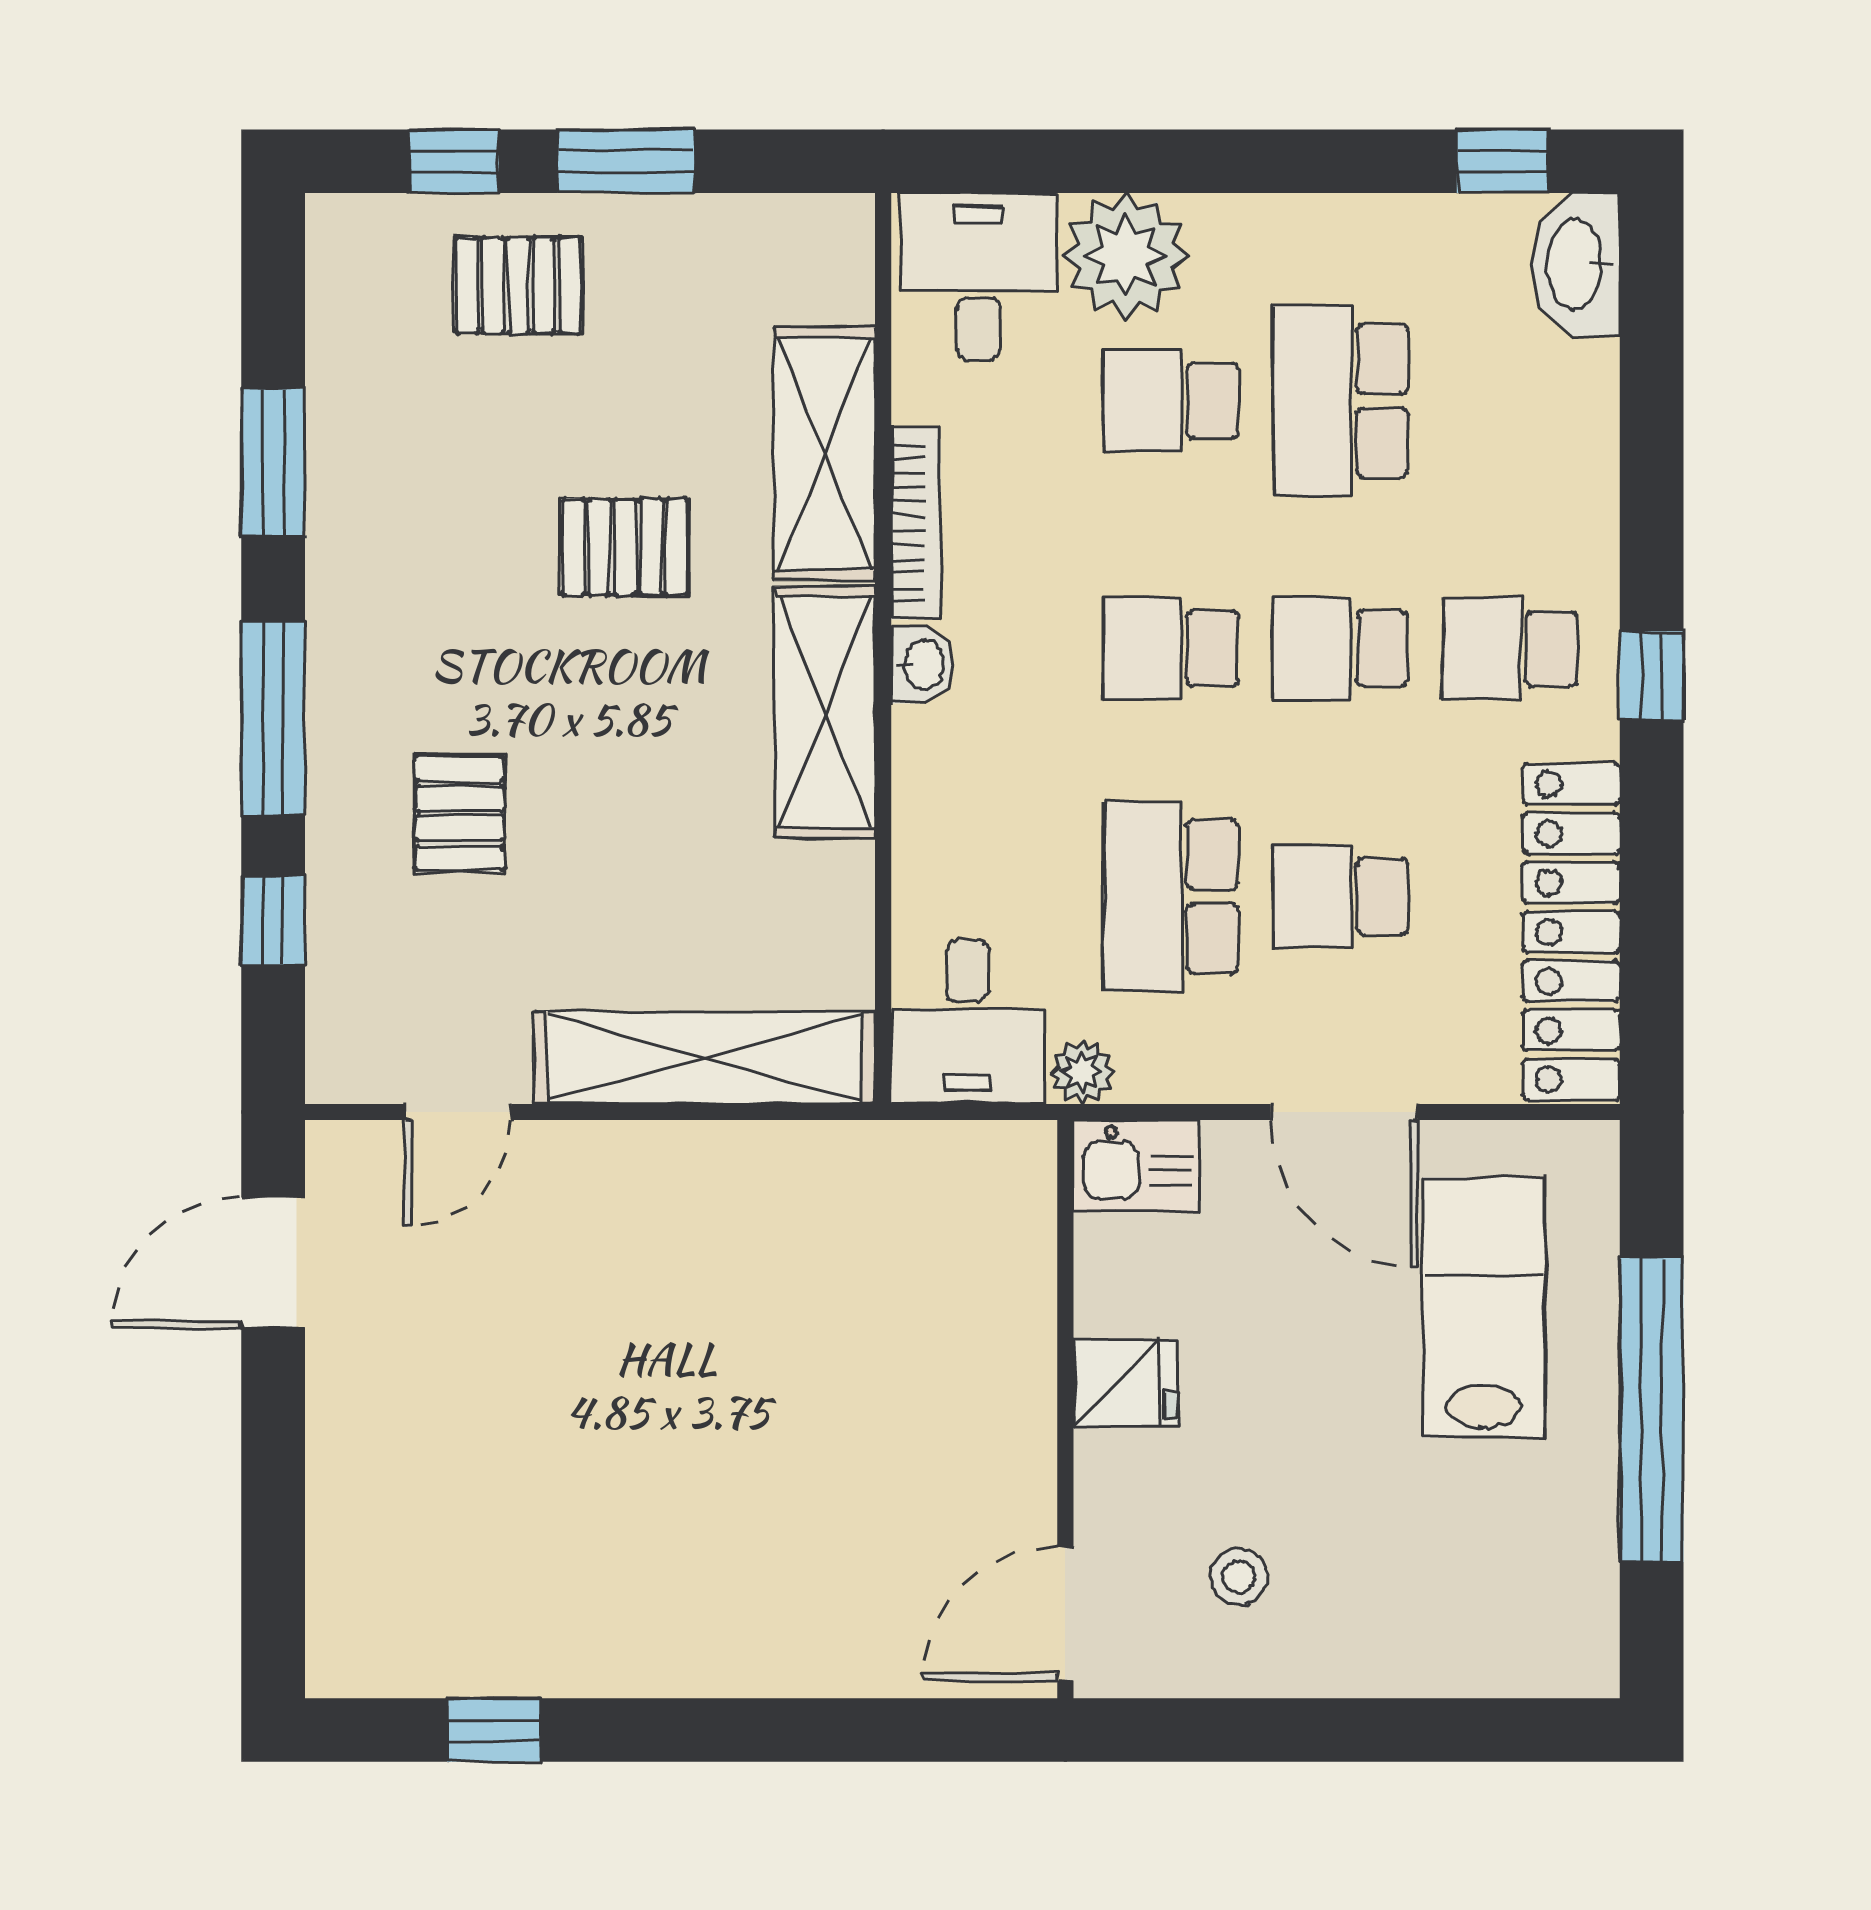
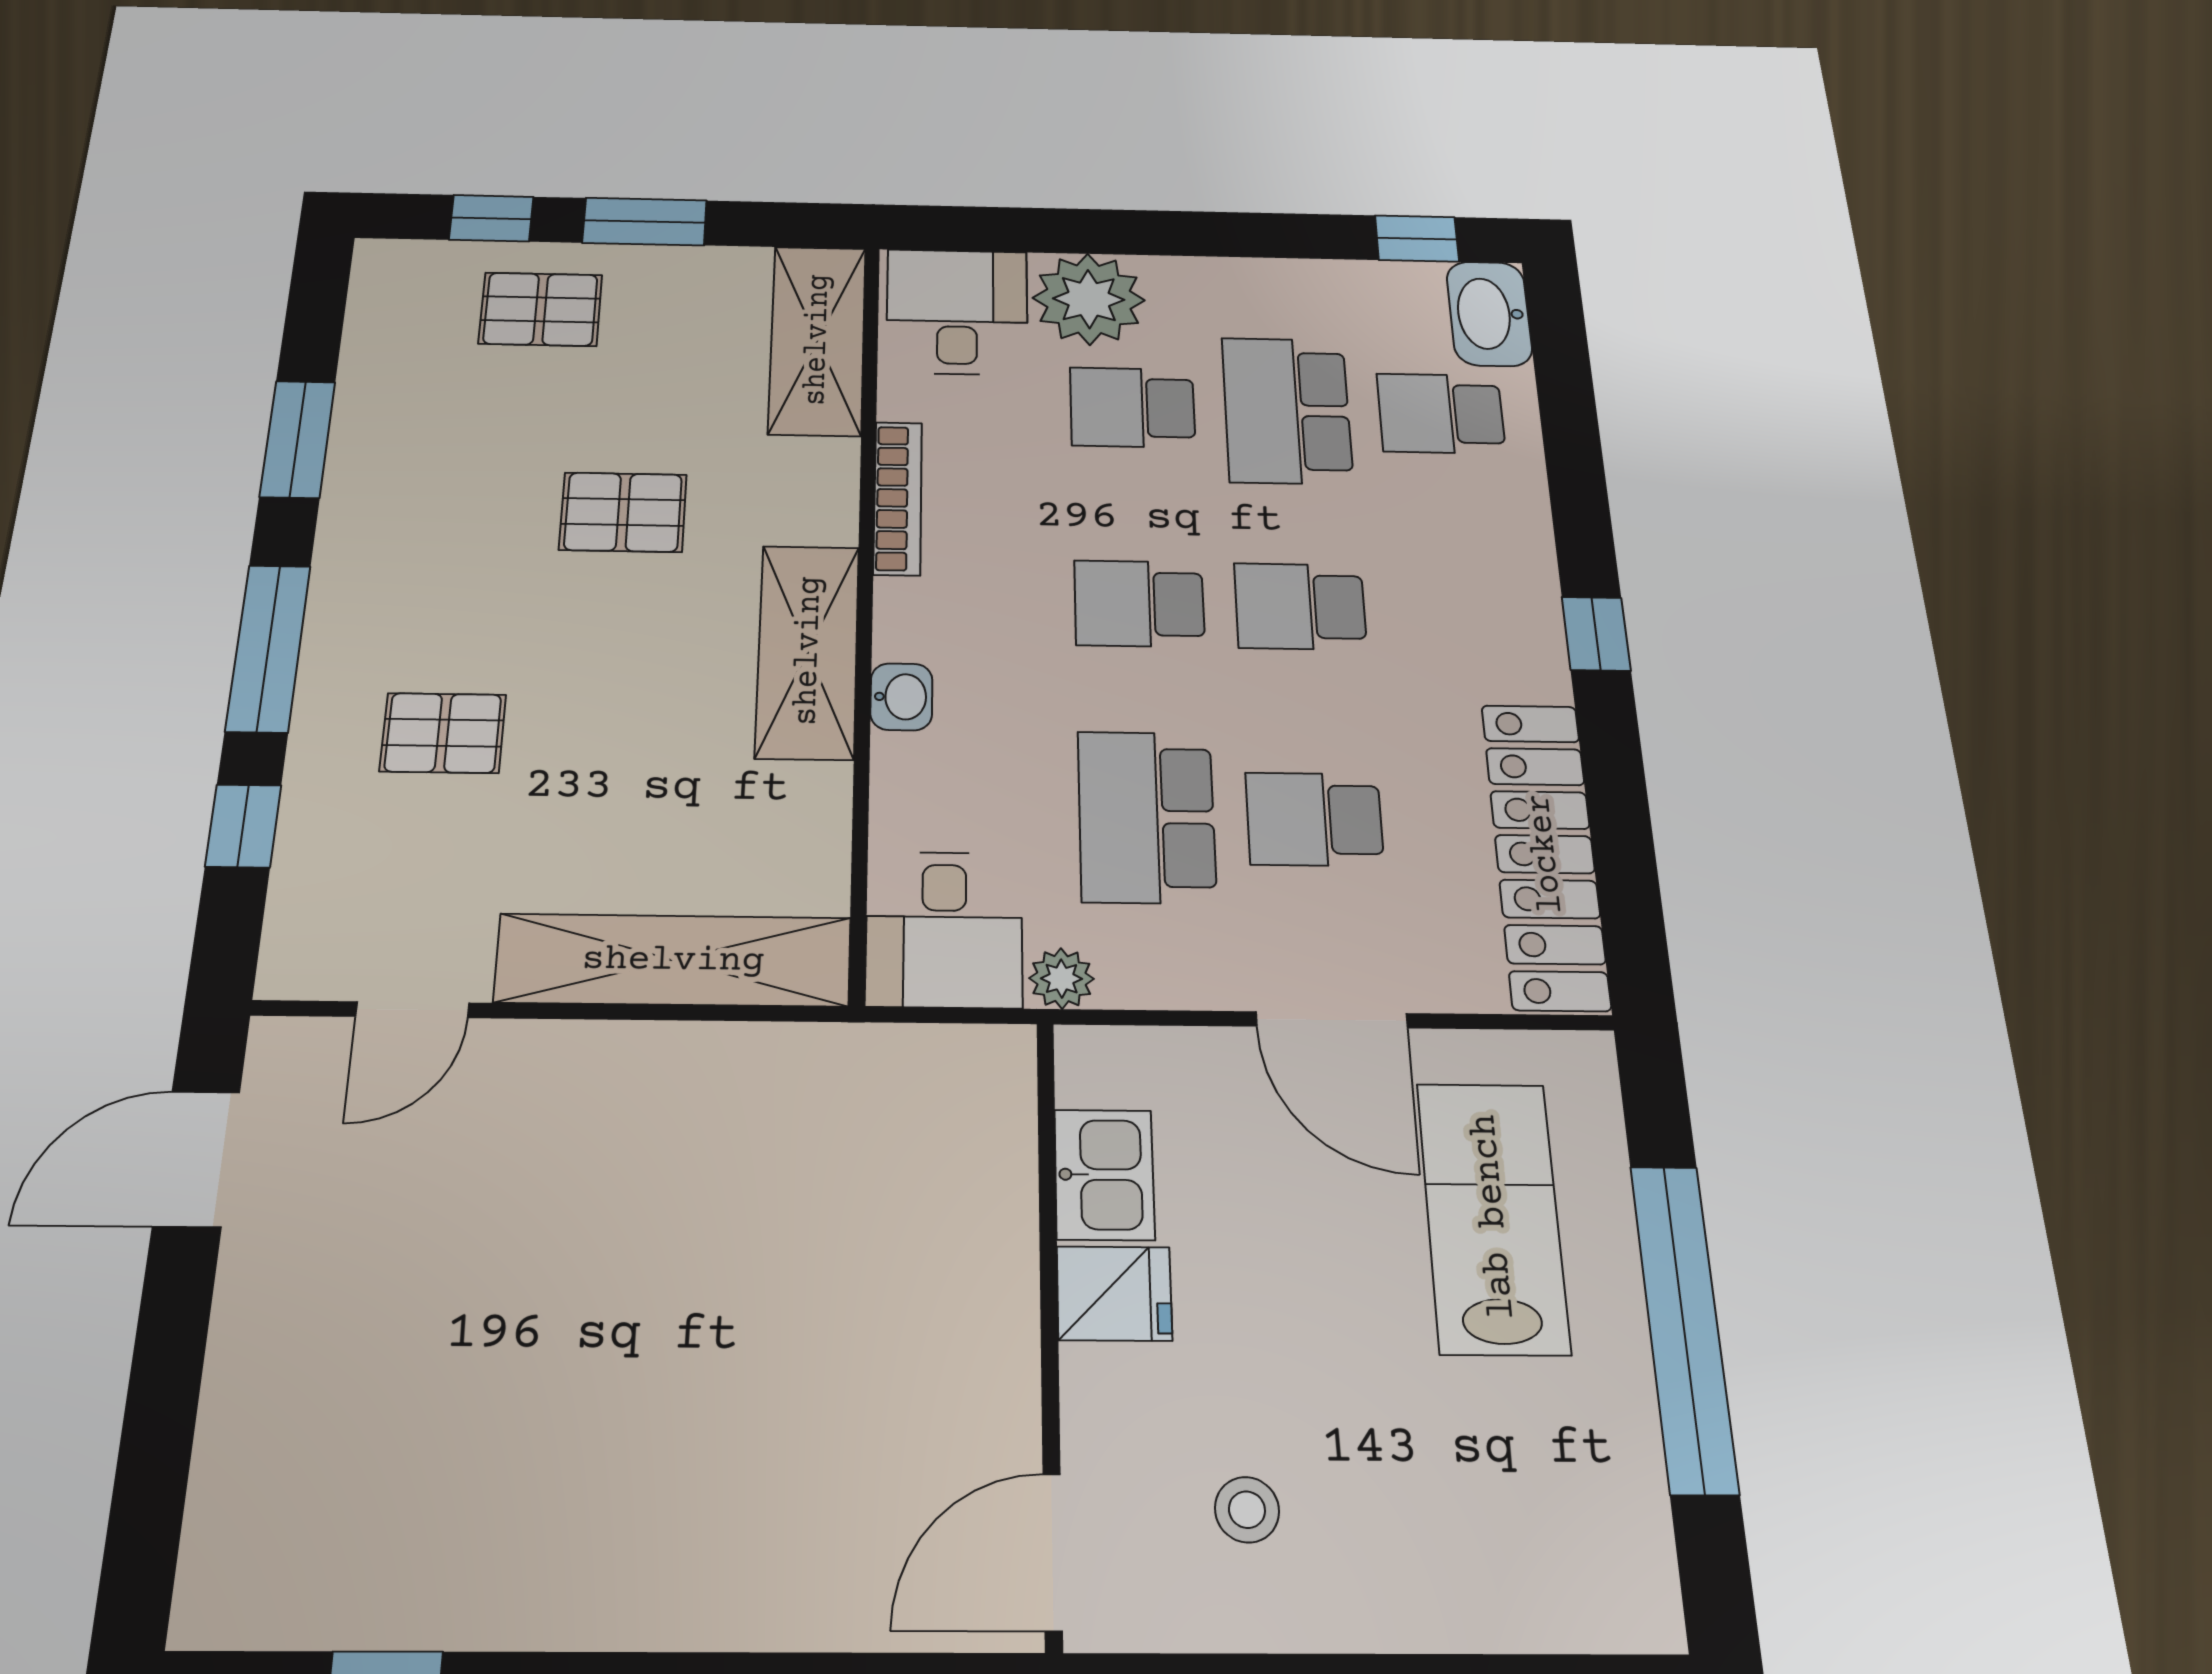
shelving: (825, 454) -> (817, 340), moved
school desk: (1510, 649) -> (1441, 413), moved
washbasin: (922, 664) -> (901, 697), moved
pallet: (460, 813) -> (443, 733), turned 90
kitchen sink: (1136, 1166) -> (1104, 1175), moved, turned -90

